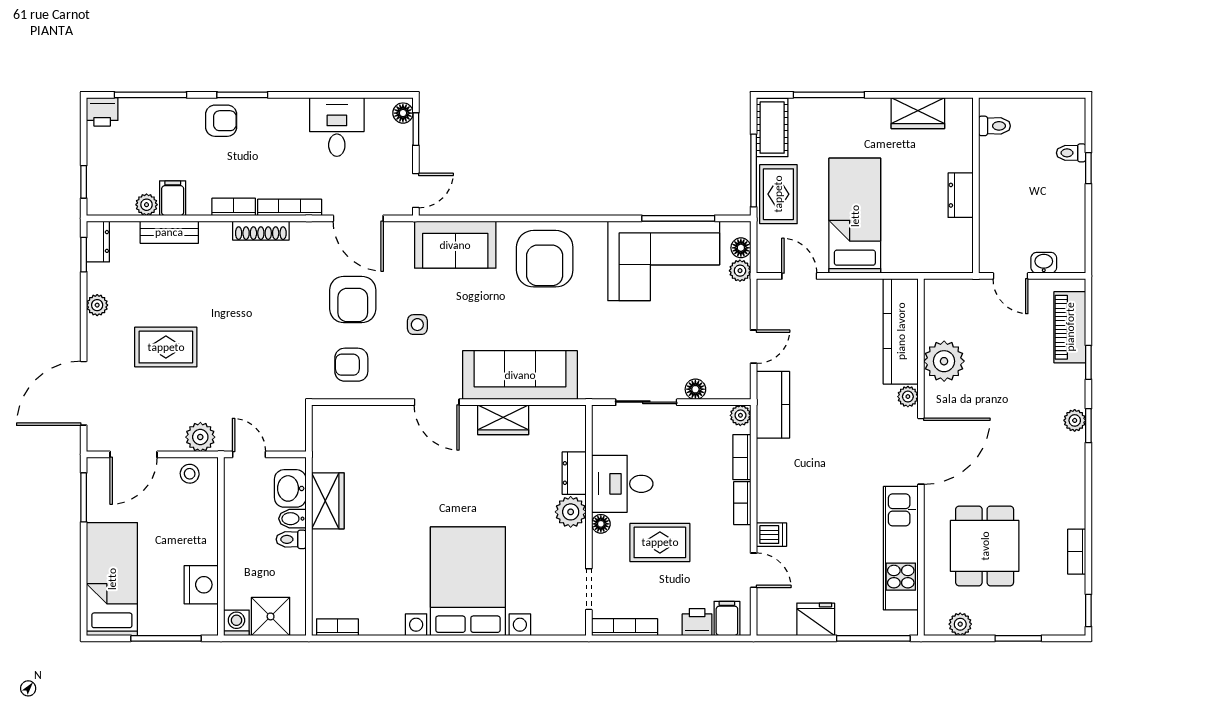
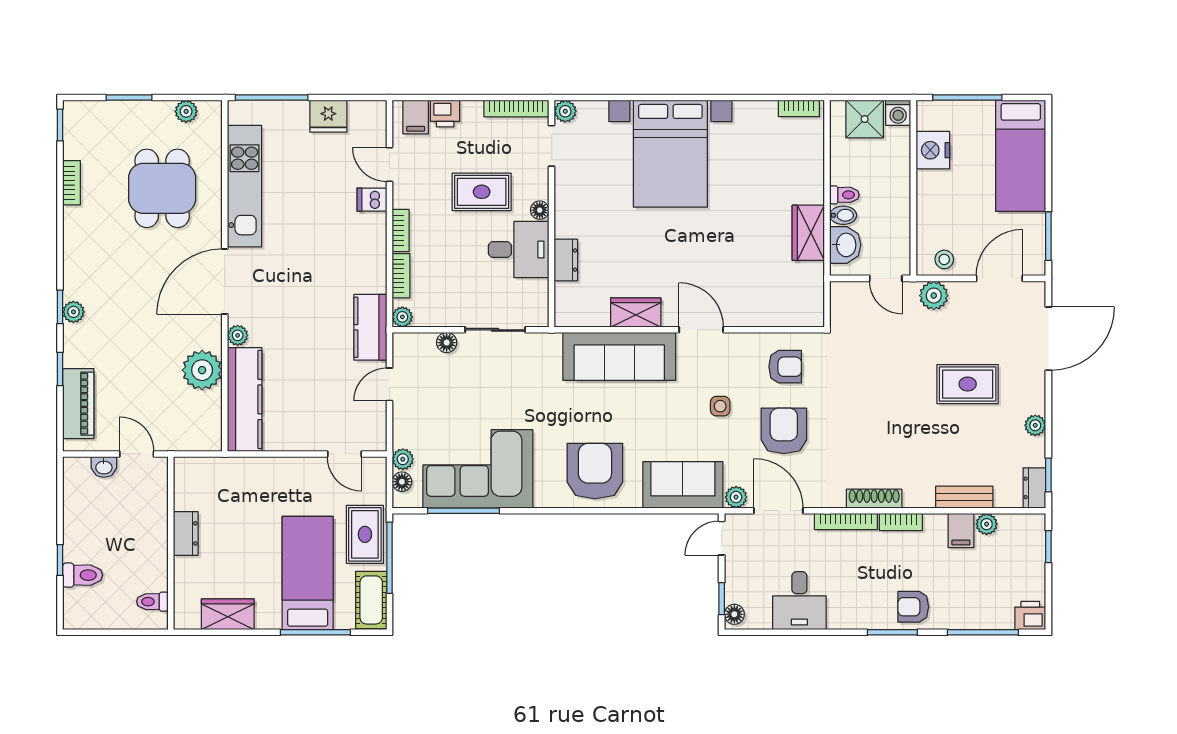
toilet: (1071, 153) -> (83, 575), width x1.37, depth x1.39
bed: (855, 216) -> (308, 573), moved, turned 180
plant: (401, 232) -> (736, 497), added
plant: (571, 512) -> (565, 111), moved, width x0.73, depth x0.73

